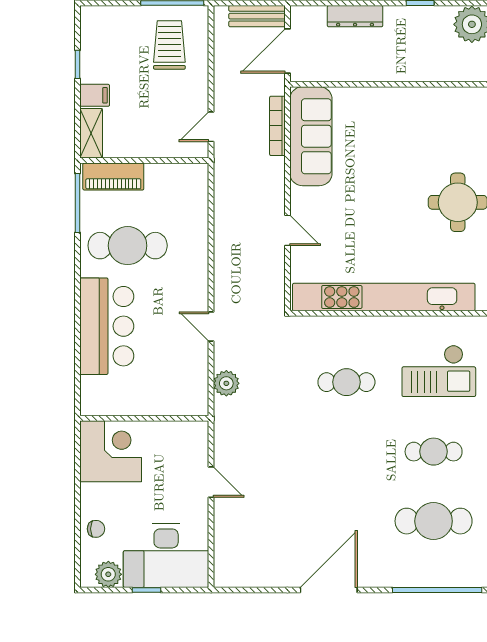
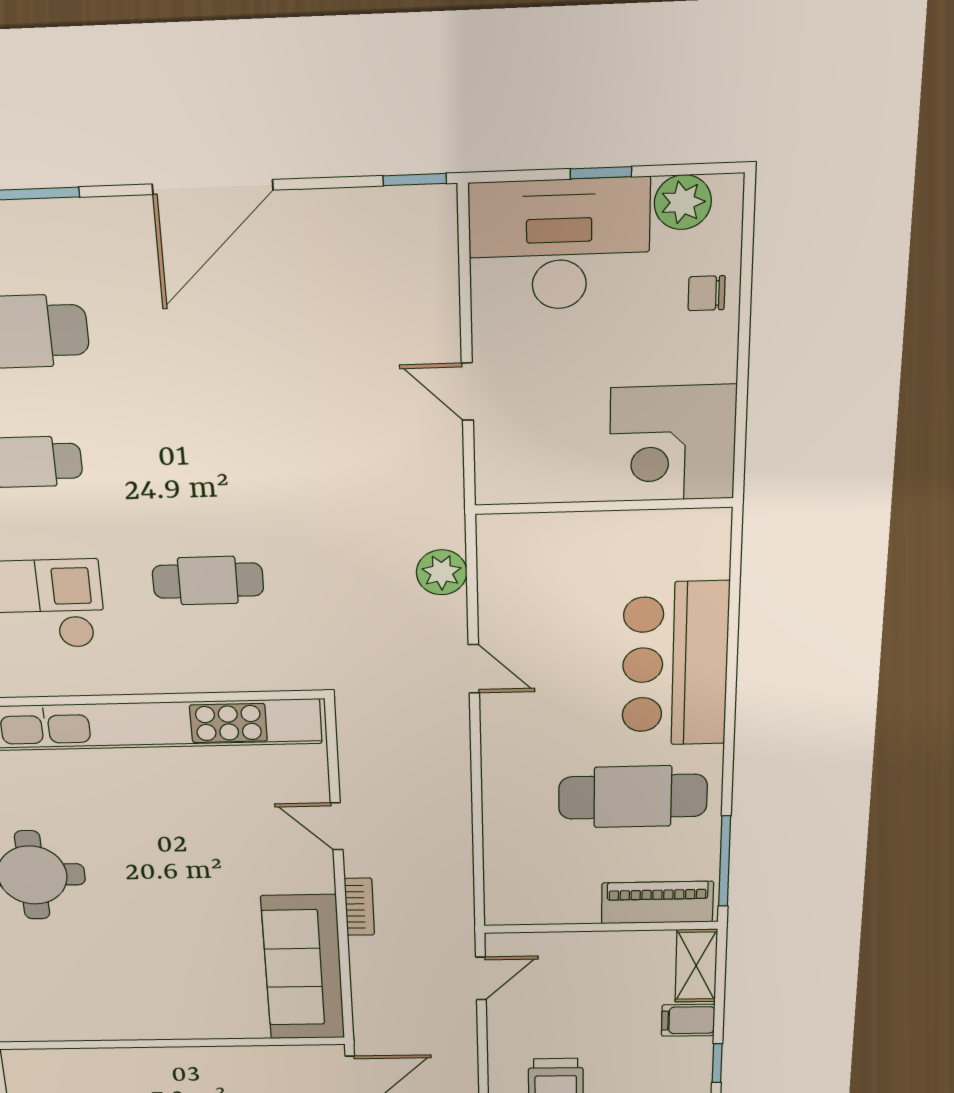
bookcase: (277, 126) -> (359, 907), moved, width x0.64
window: (233, 590) -> (415, 180), added

